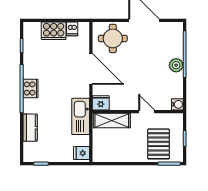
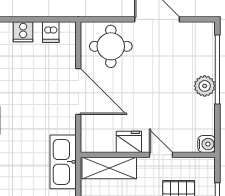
cooker: (54, 31) -> (23, 32), width x0.53, depth x0.76
fridge: (101, 103) -> (129, 142), moved

